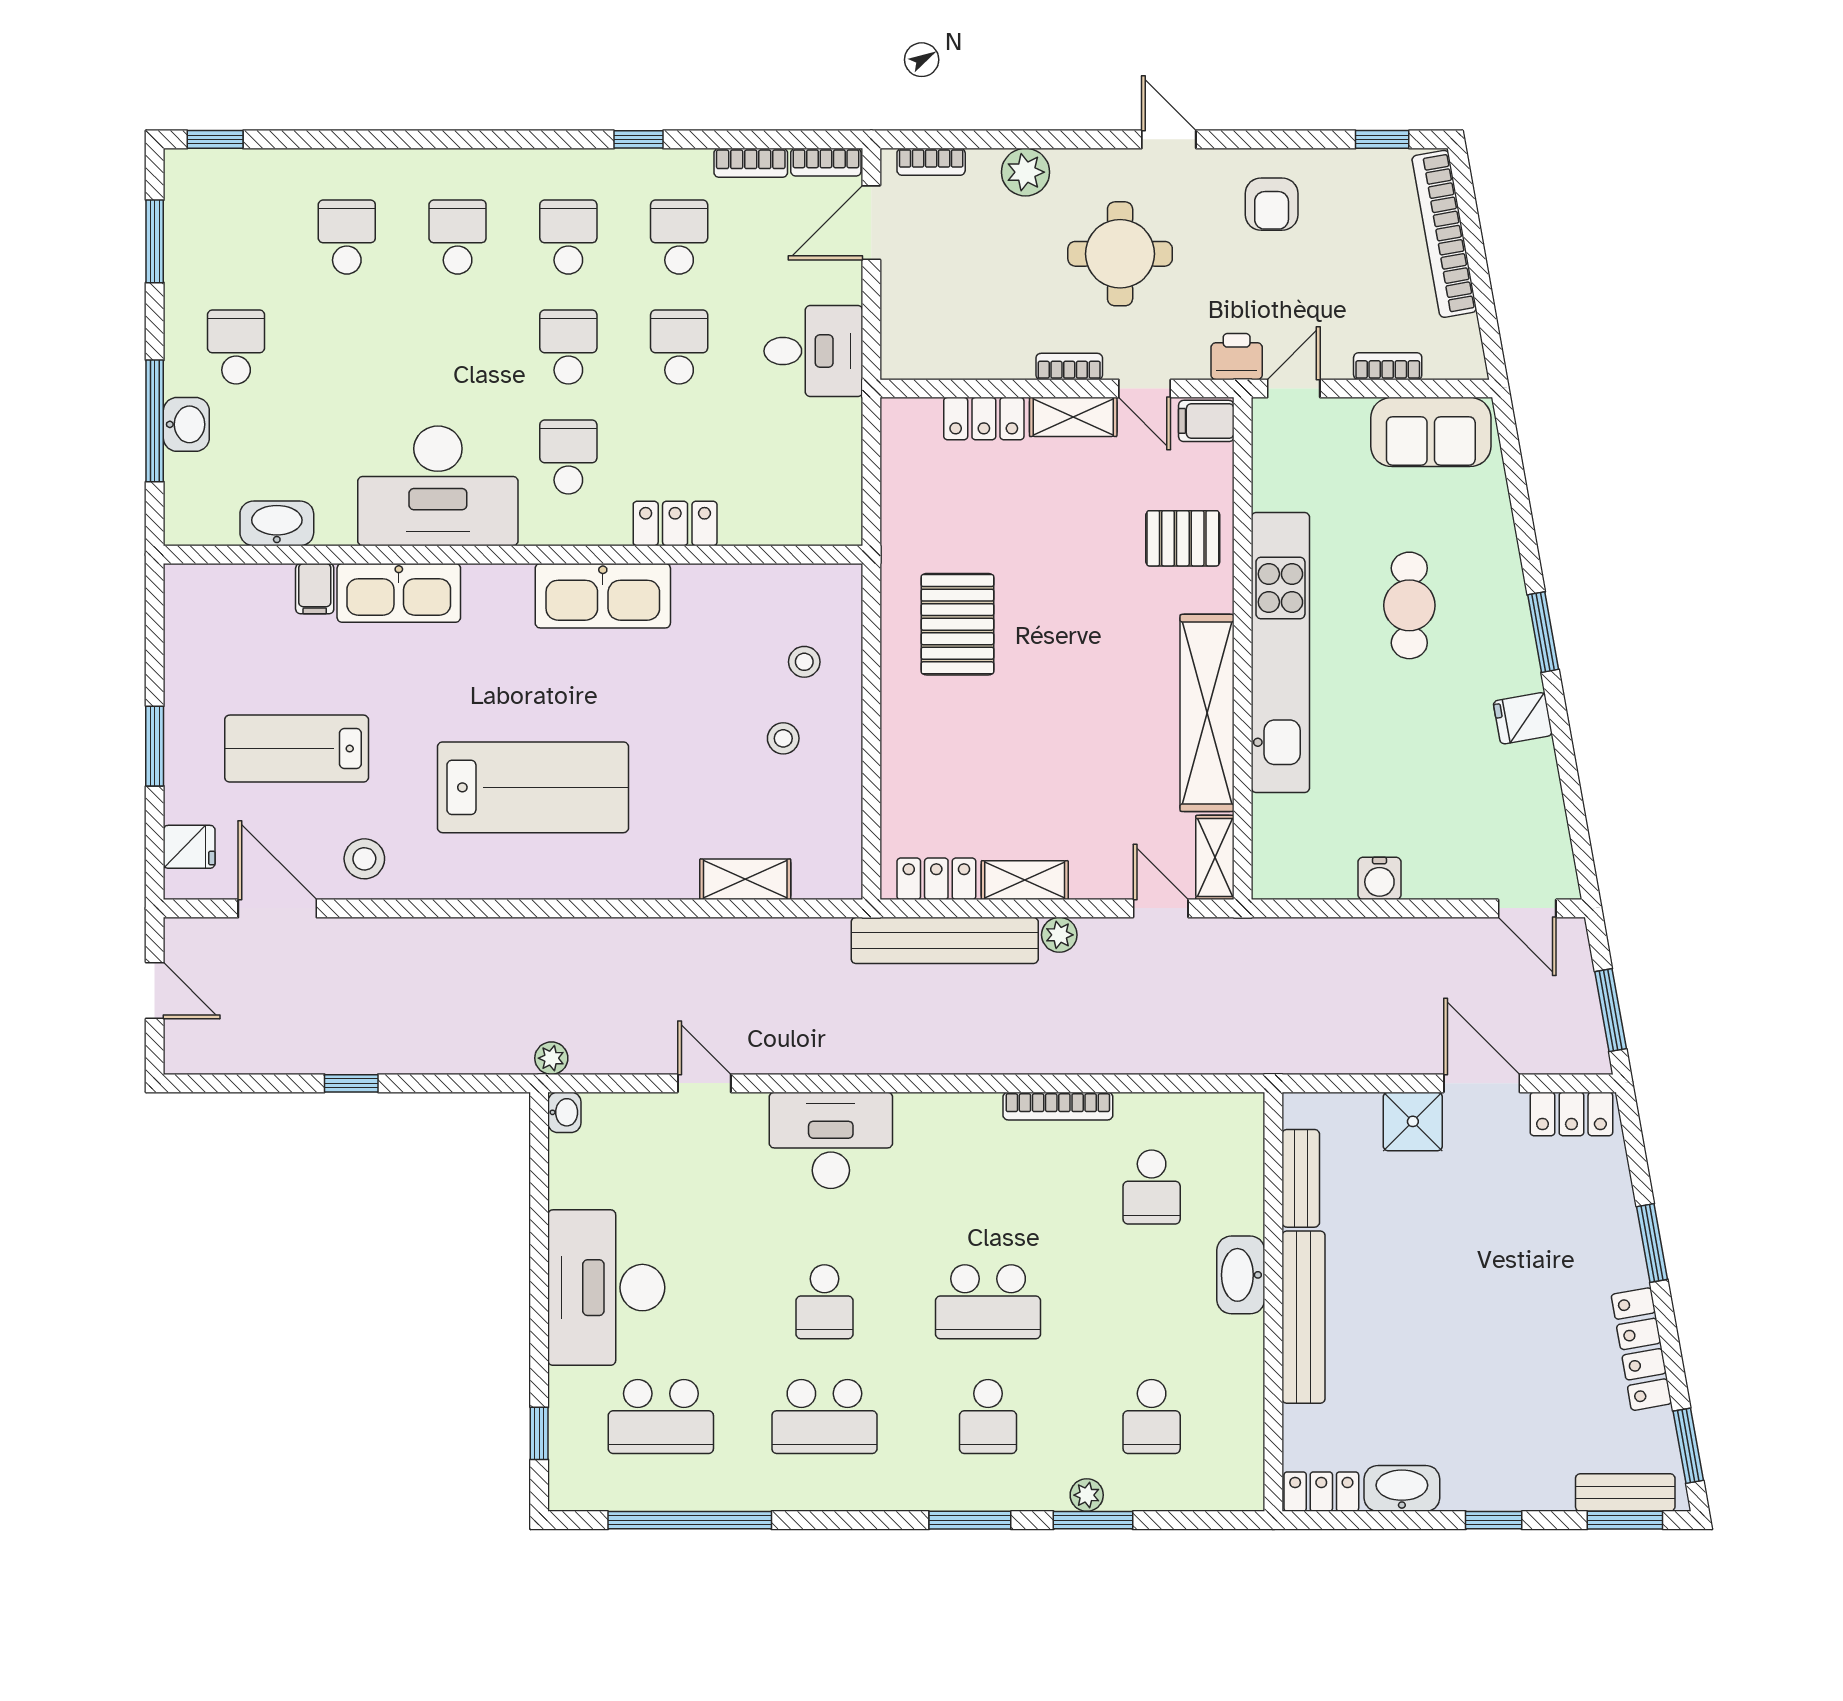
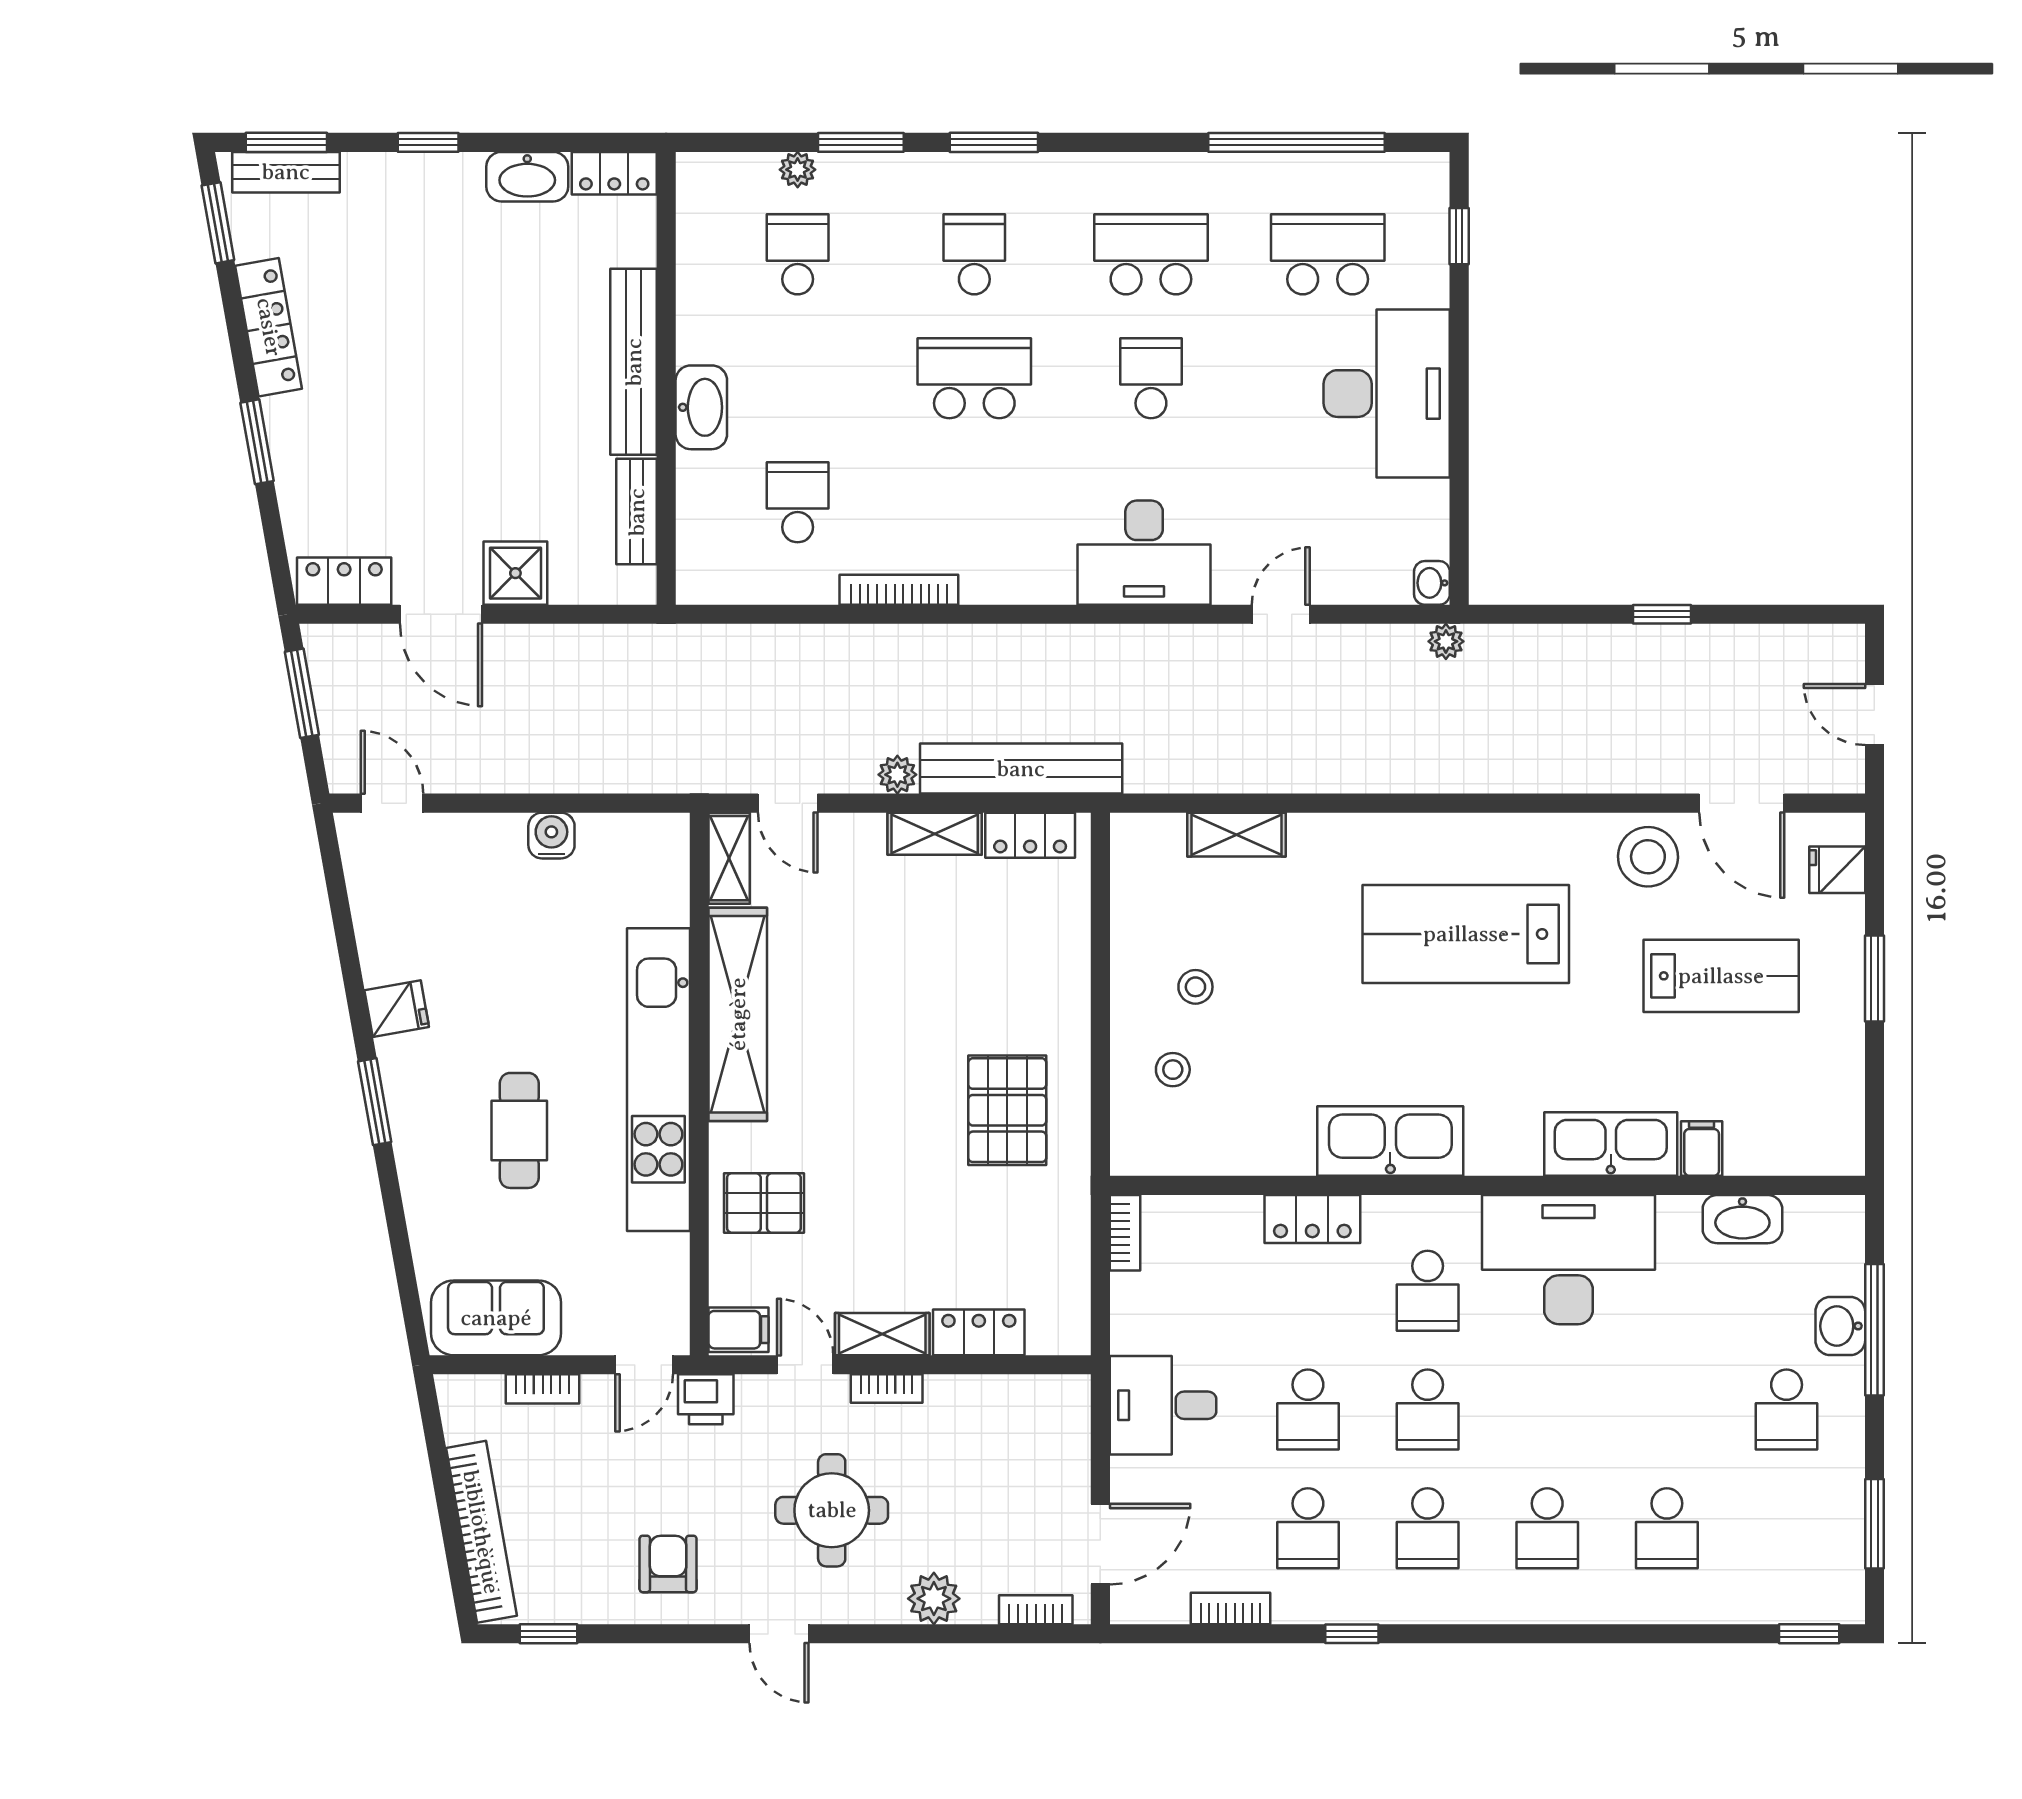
bookcase: (826, 162) -> (1125, 1233), moved, turned 90
stool: (364, 859) -> (1648, 857), width x1.38, depth x1.38
door: (704, 1083) -> (1281, 614), swing flipped
plant: (1087, 1495) -> (798, 170), moved

